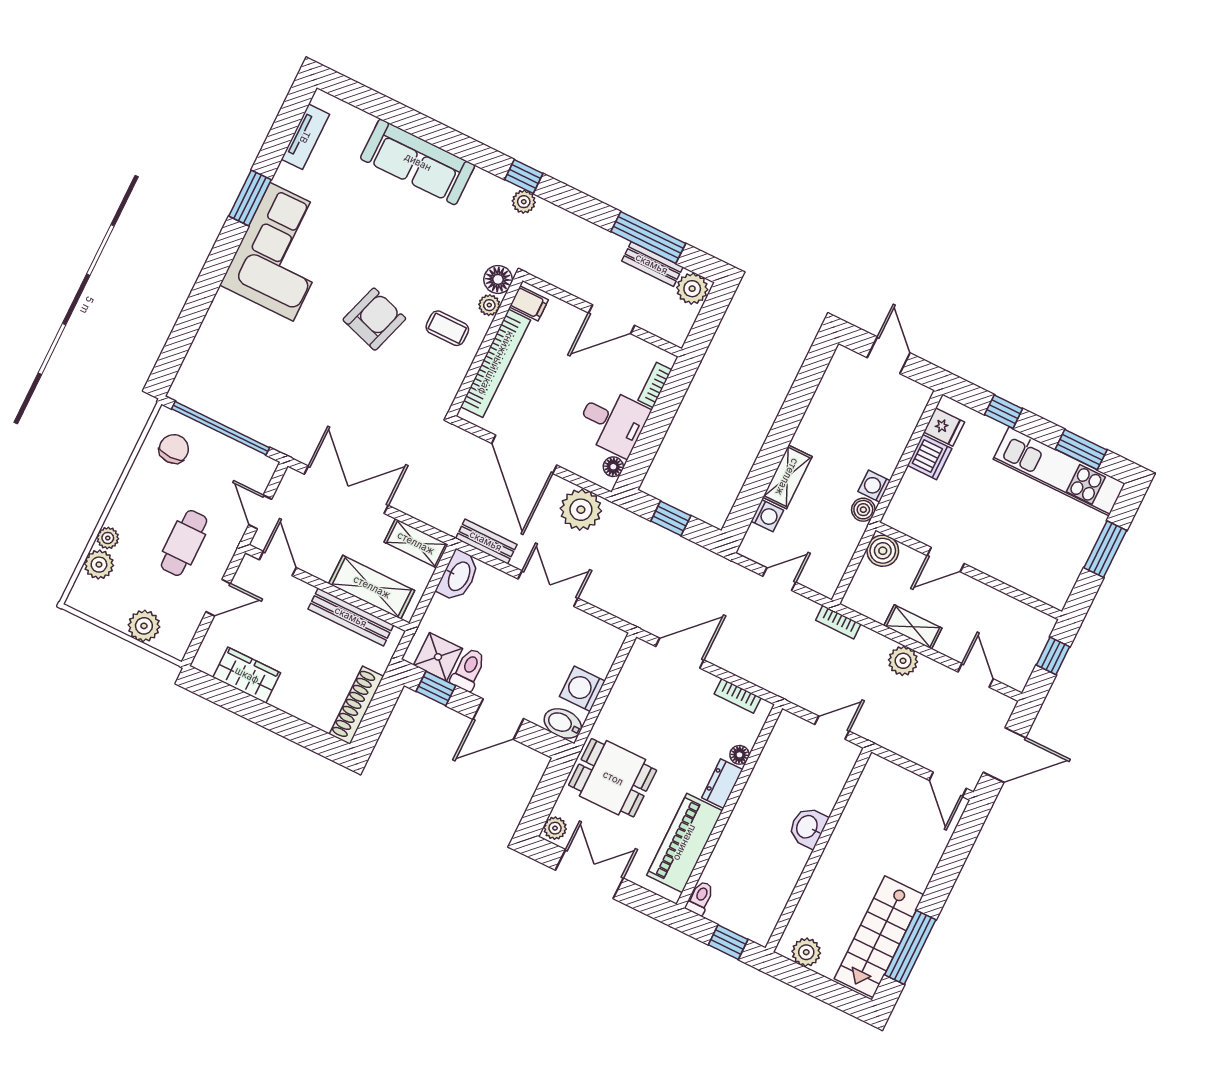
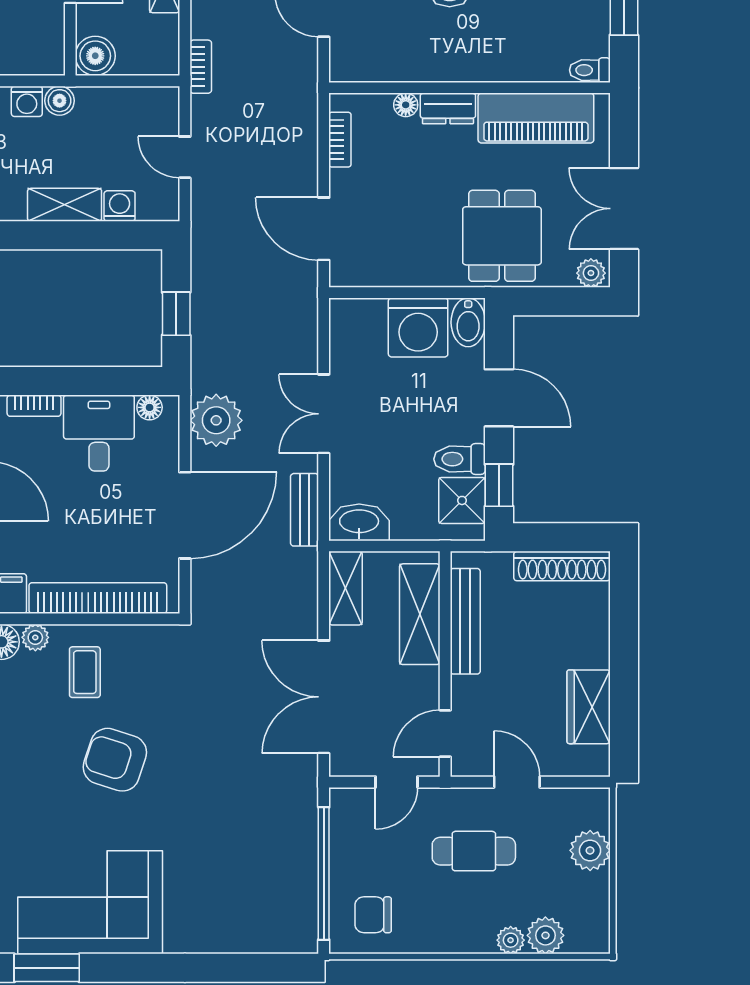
washing machine: (582, 689) -> (418, 327), width x1.37, depth x1.37

